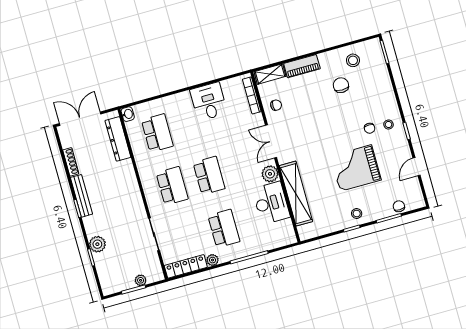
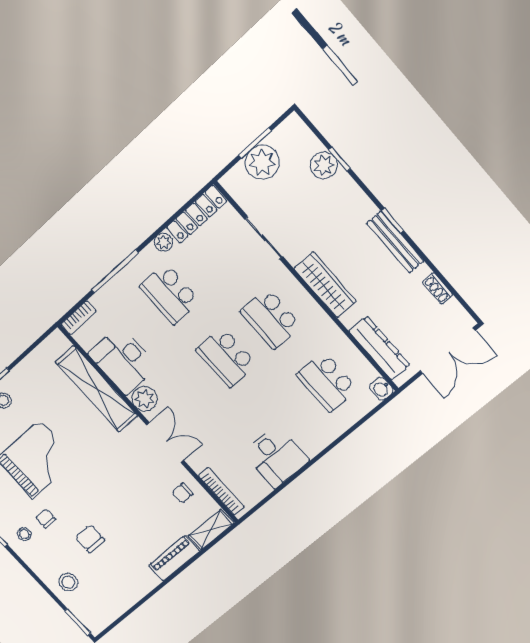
stool: (353, 60) -> (68, 582), moved
chair: (341, 85) -> (90, 539), moved, turned 180
shoe rack: (71, 162) -> (438, 288), width x0.70
wardrobe: (132, 191) -> (325, 285), added
bookcase: (285, 241) -> (79, 318), added
plant: (97, 244) -> (324, 165), moved
plant: (141, 280) -> (262, 162), width x1.88, depth x1.88

